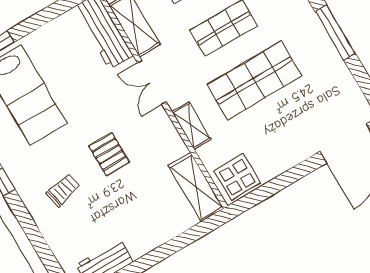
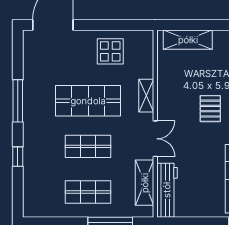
display table: (237, 177) -> (110, 51), moved
shelving: (196, 187) -> (188, 40), moved, turned 90

